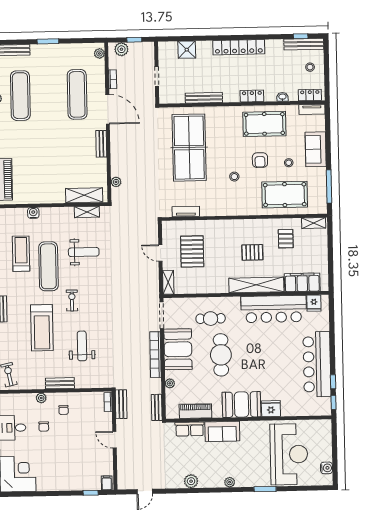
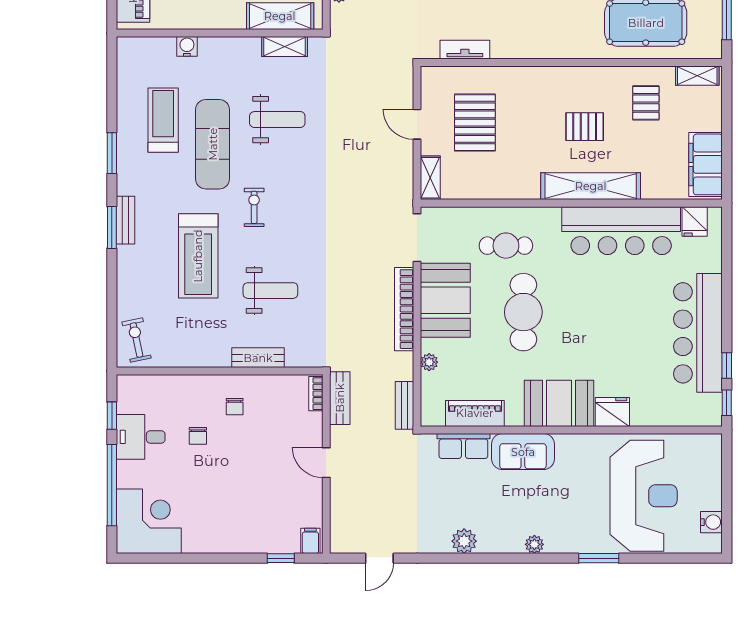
filing cabinet: (302, 282) -> (705, 164), moved, turned -90
weight bench: (82, 346) -> (270, 291), turned 90
bench: (60, 383) -> (258, 358), moved
plant: (41, 398) -> (194, 384), removed

